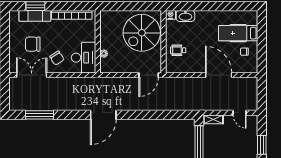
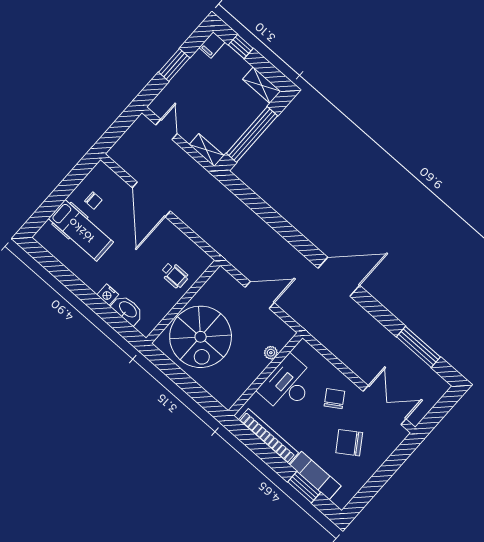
nightstand: (171, 15) -> (108, 295), moved
spiral stairs: (142, 33) -> (201, 337), turned 90
chair: (33, 44) -> (349, 443), turned 146
desk: (83, 58) -> (288, 385), moved
double door: (32, 75) -> (385, 405), swing flipped
door: (149, 75) -> (260, 295), moved

